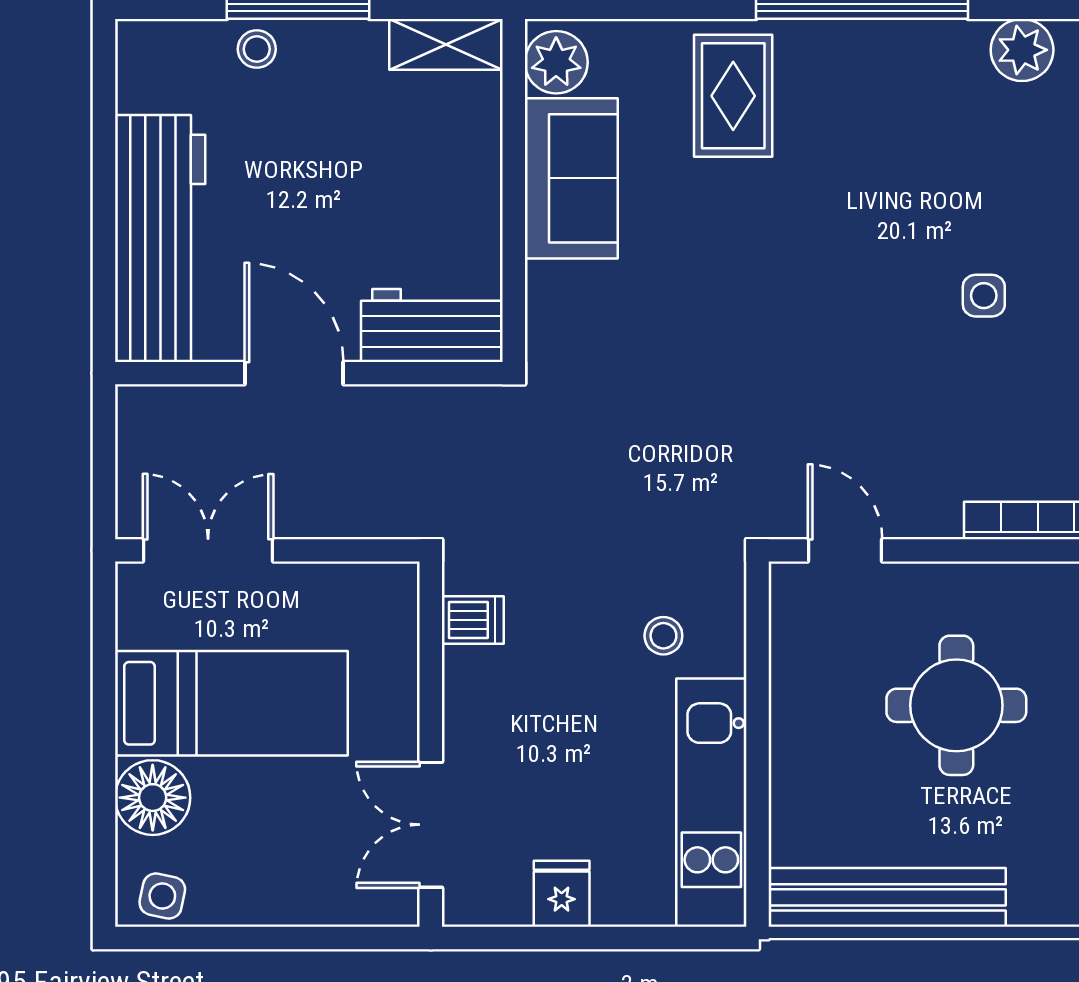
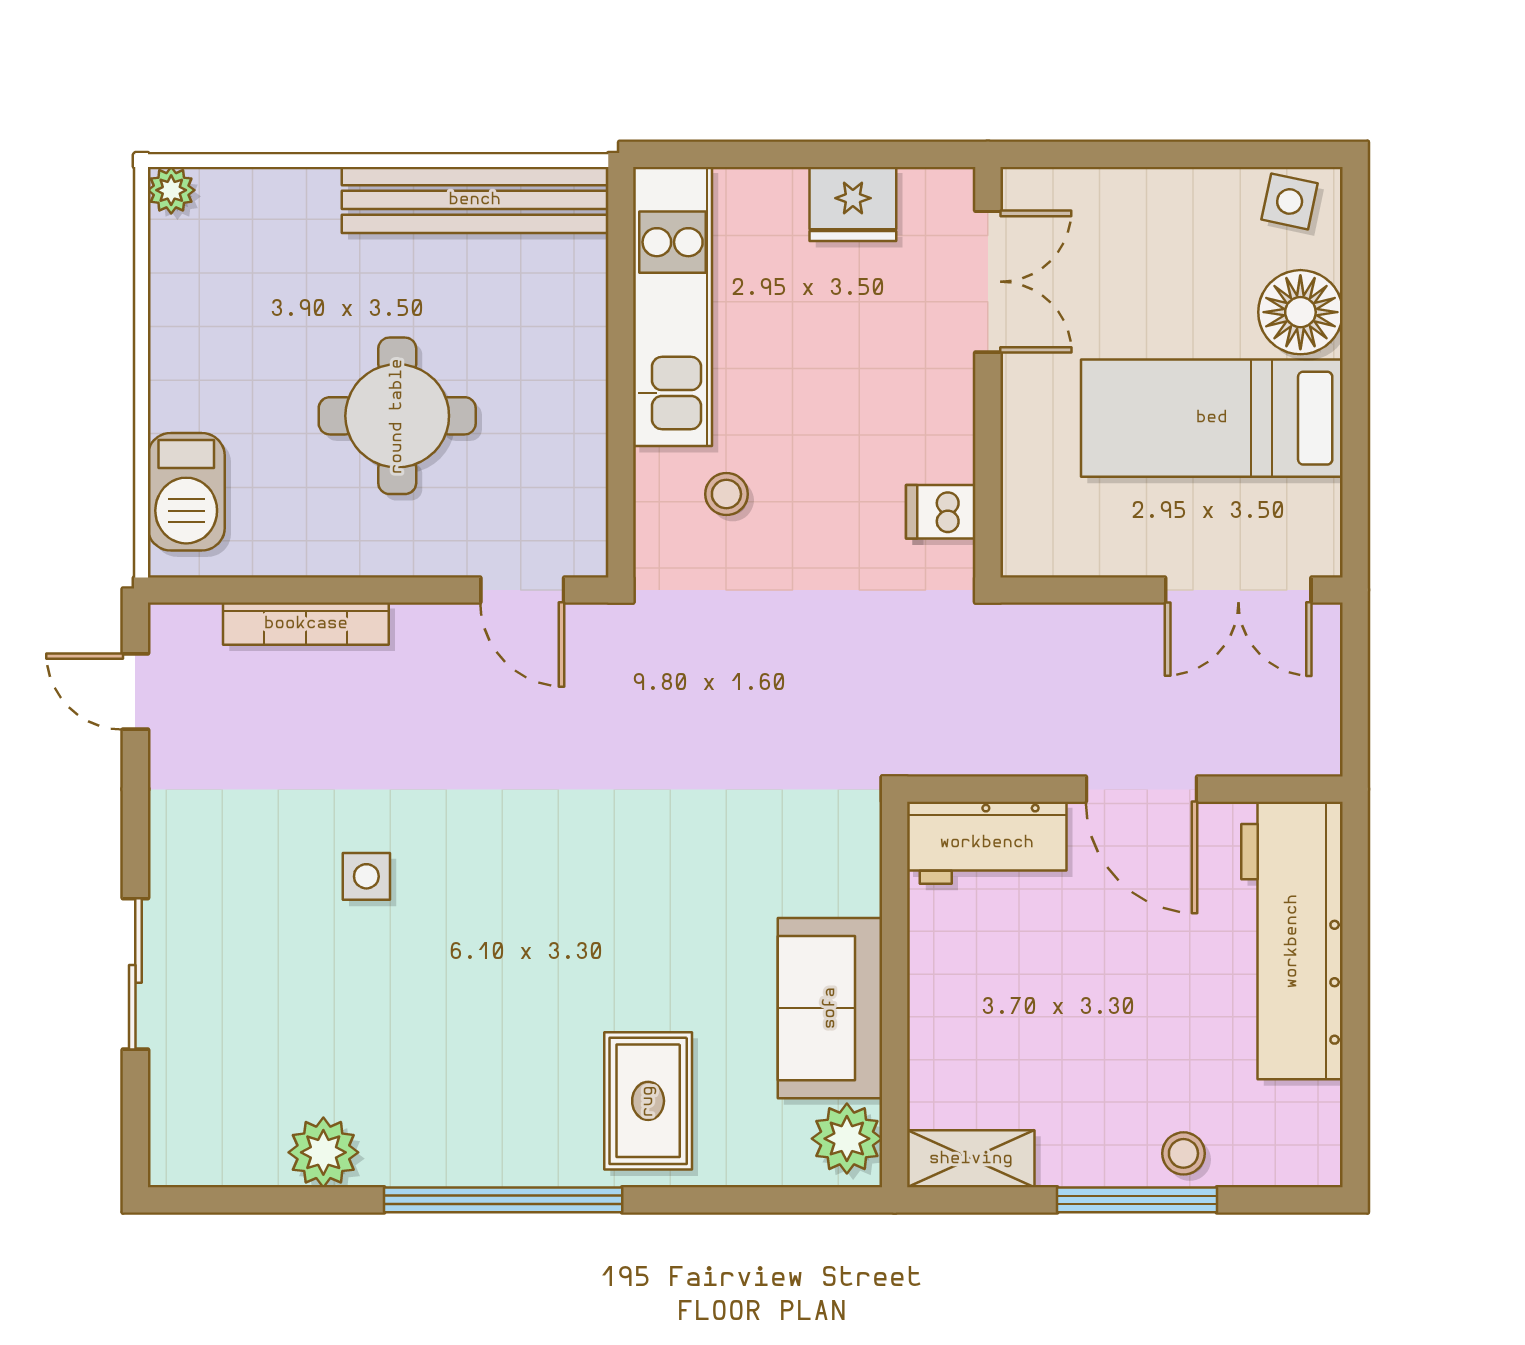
fridge: (562, 894) -> (853, 204), width x1.38

